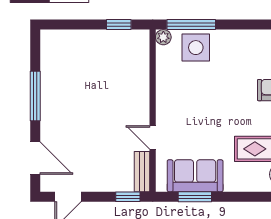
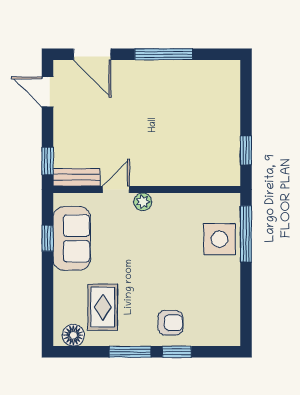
plant: (163, 37) -> (143, 202), moved
door: (35, 158) -> (92, 54), hinge flipped
window: (195, 197) -> (48, 238), width x0.67

